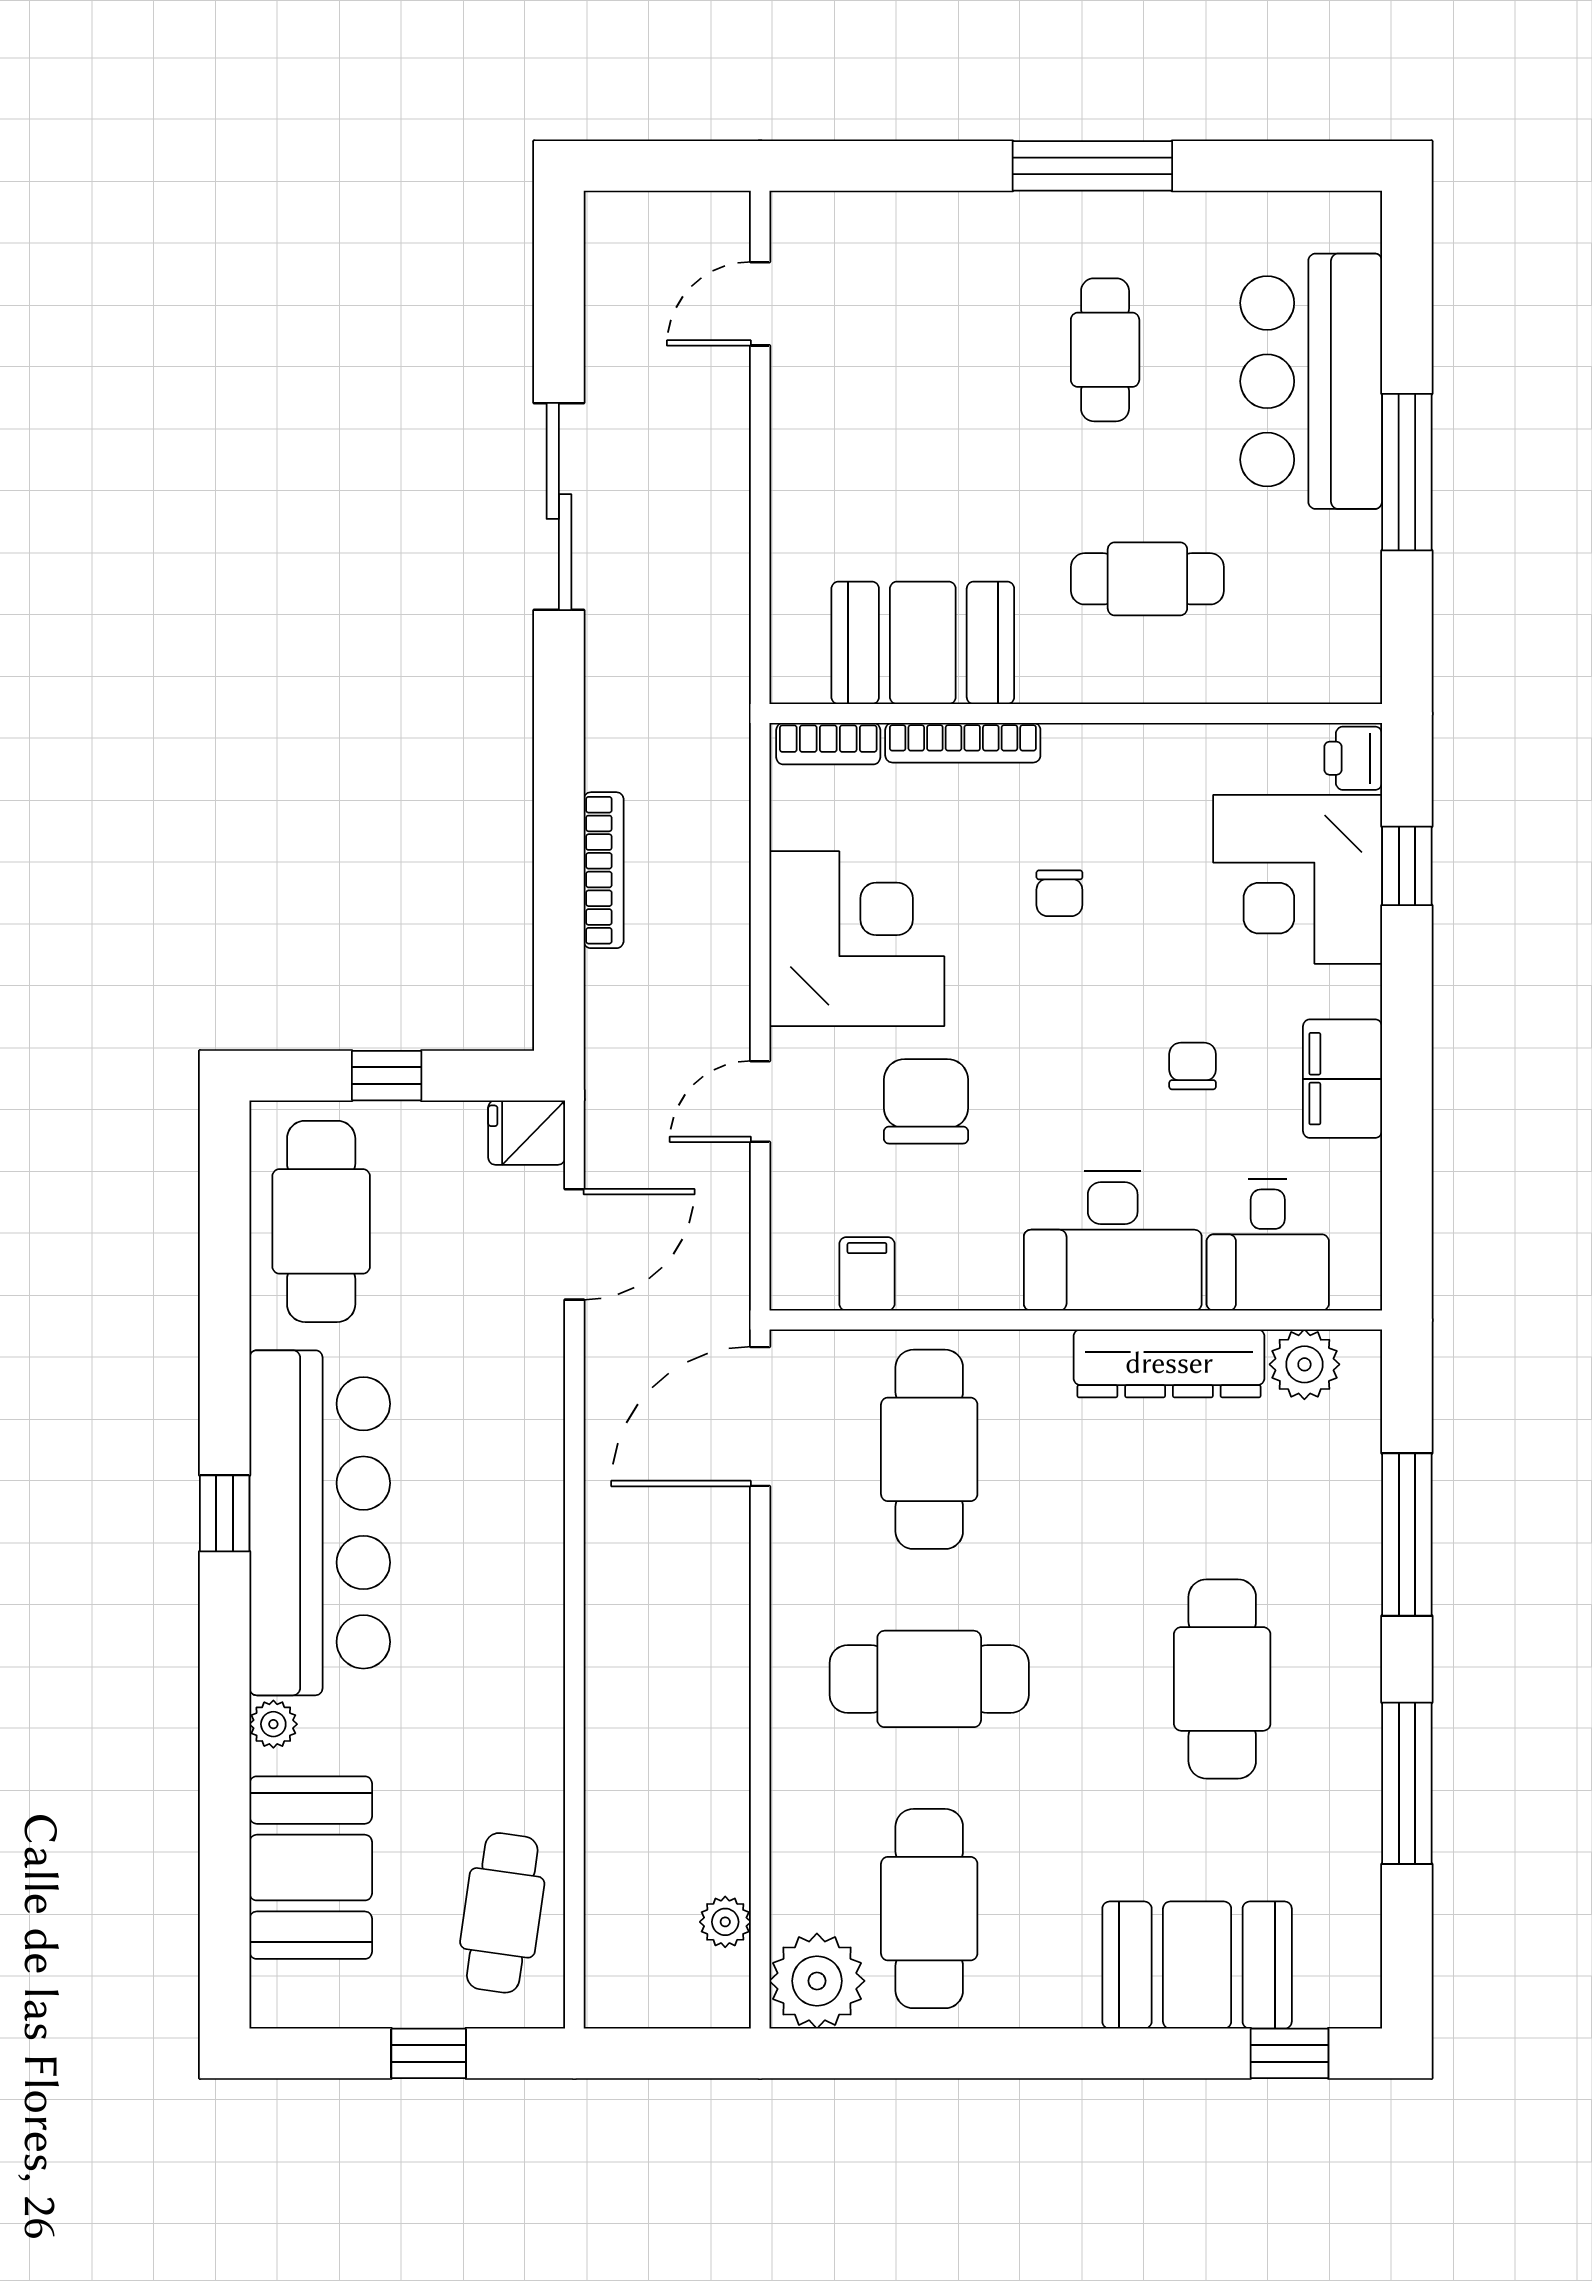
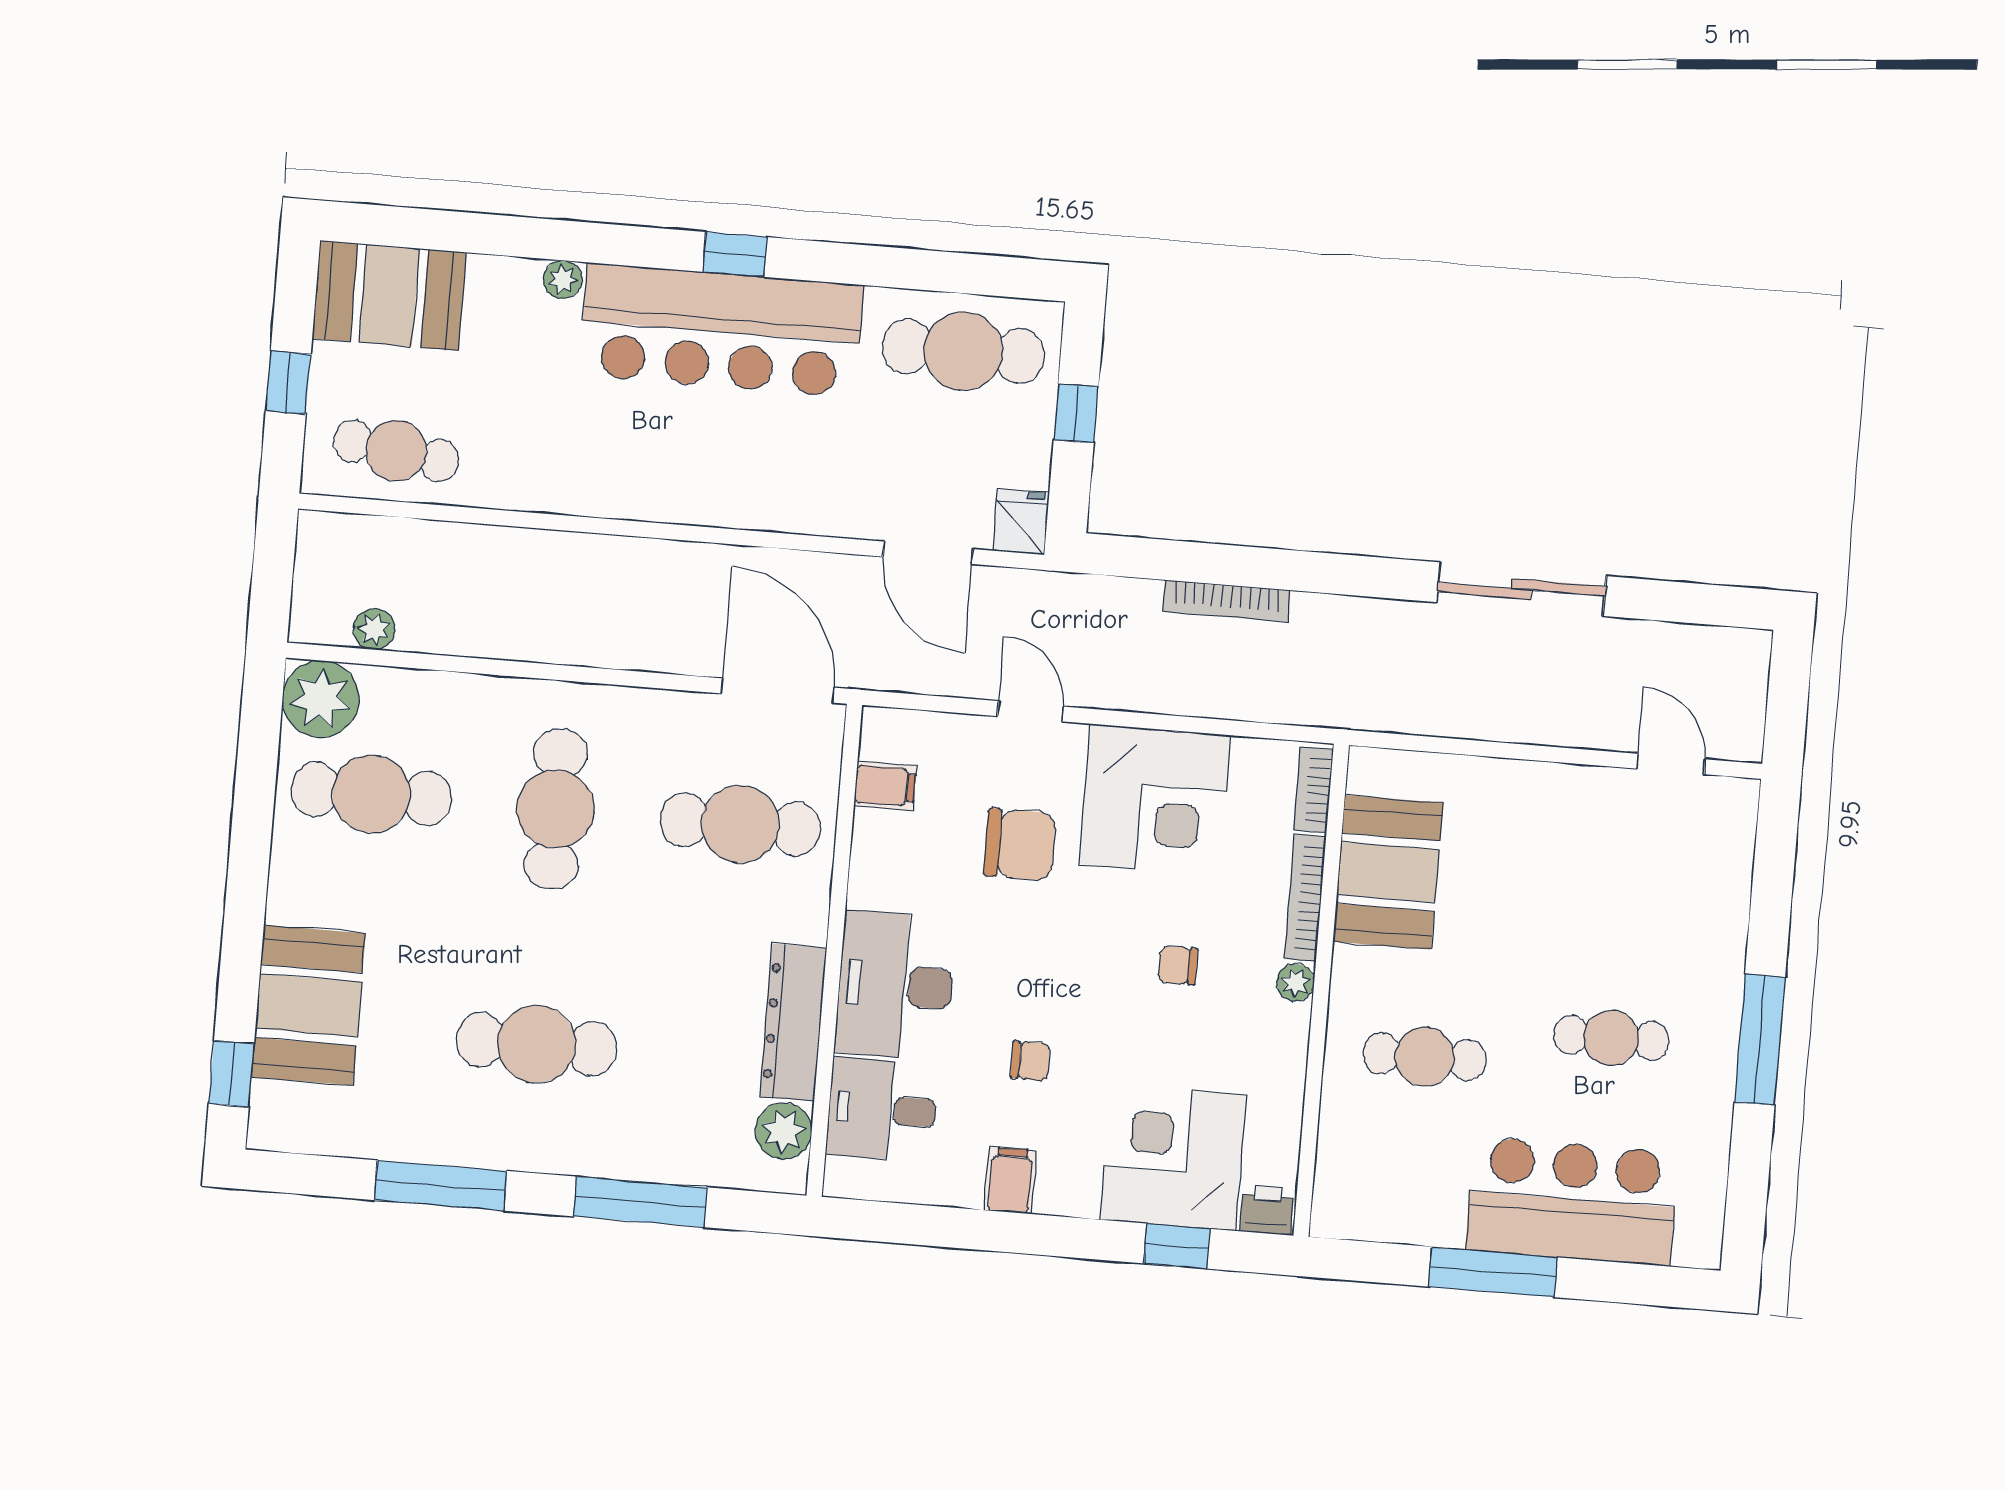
cafe table: (1147, 579) -> (1424, 1057), turned 90
plant: (1069, 746) -> (1295, 983), added
filing cabinet: (1342, 1079) -> (1010, 1180), width x0.50
booth: (311, 1868) -> (389, 295), moved

